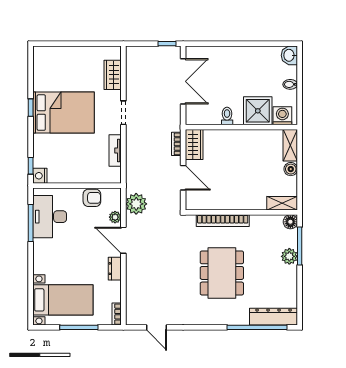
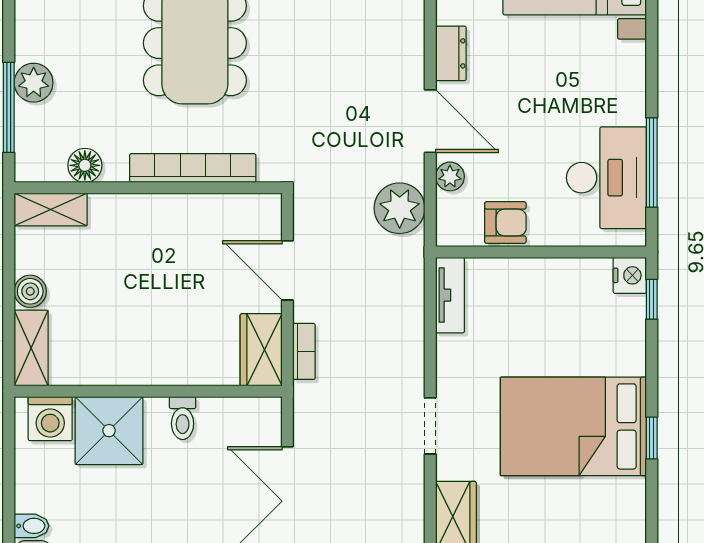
bidet: (290, 84) -> (32, 526), moved
tv unit: (115, 151) -> (450, 295), moved
armchair: (92, 198) -> (505, 223), turned 180
floor lamp: (290, 222) -> (85, 165), moved

